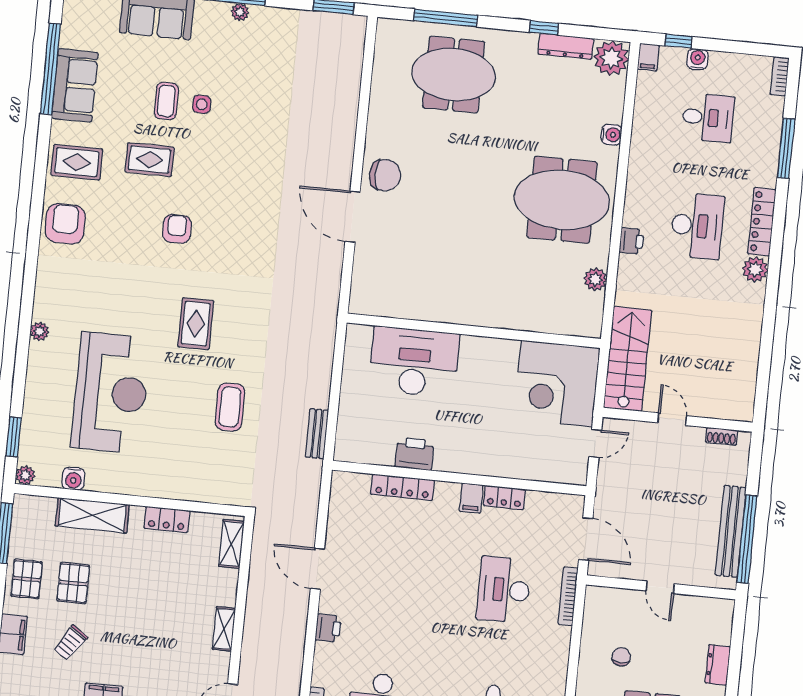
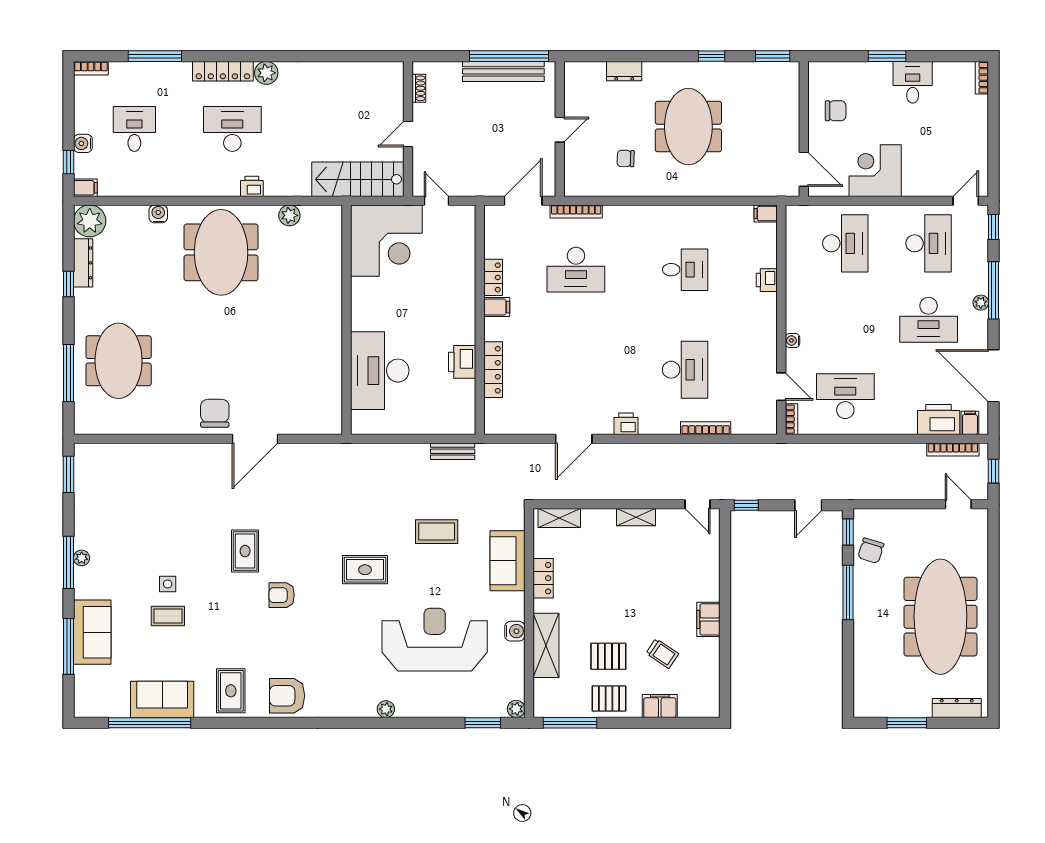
rug: (150, 160) -> (245, 551), moved
water cooler: (73, 479) -> (515, 631), moved
sofa: (190, 482) -> (507, 561), added

